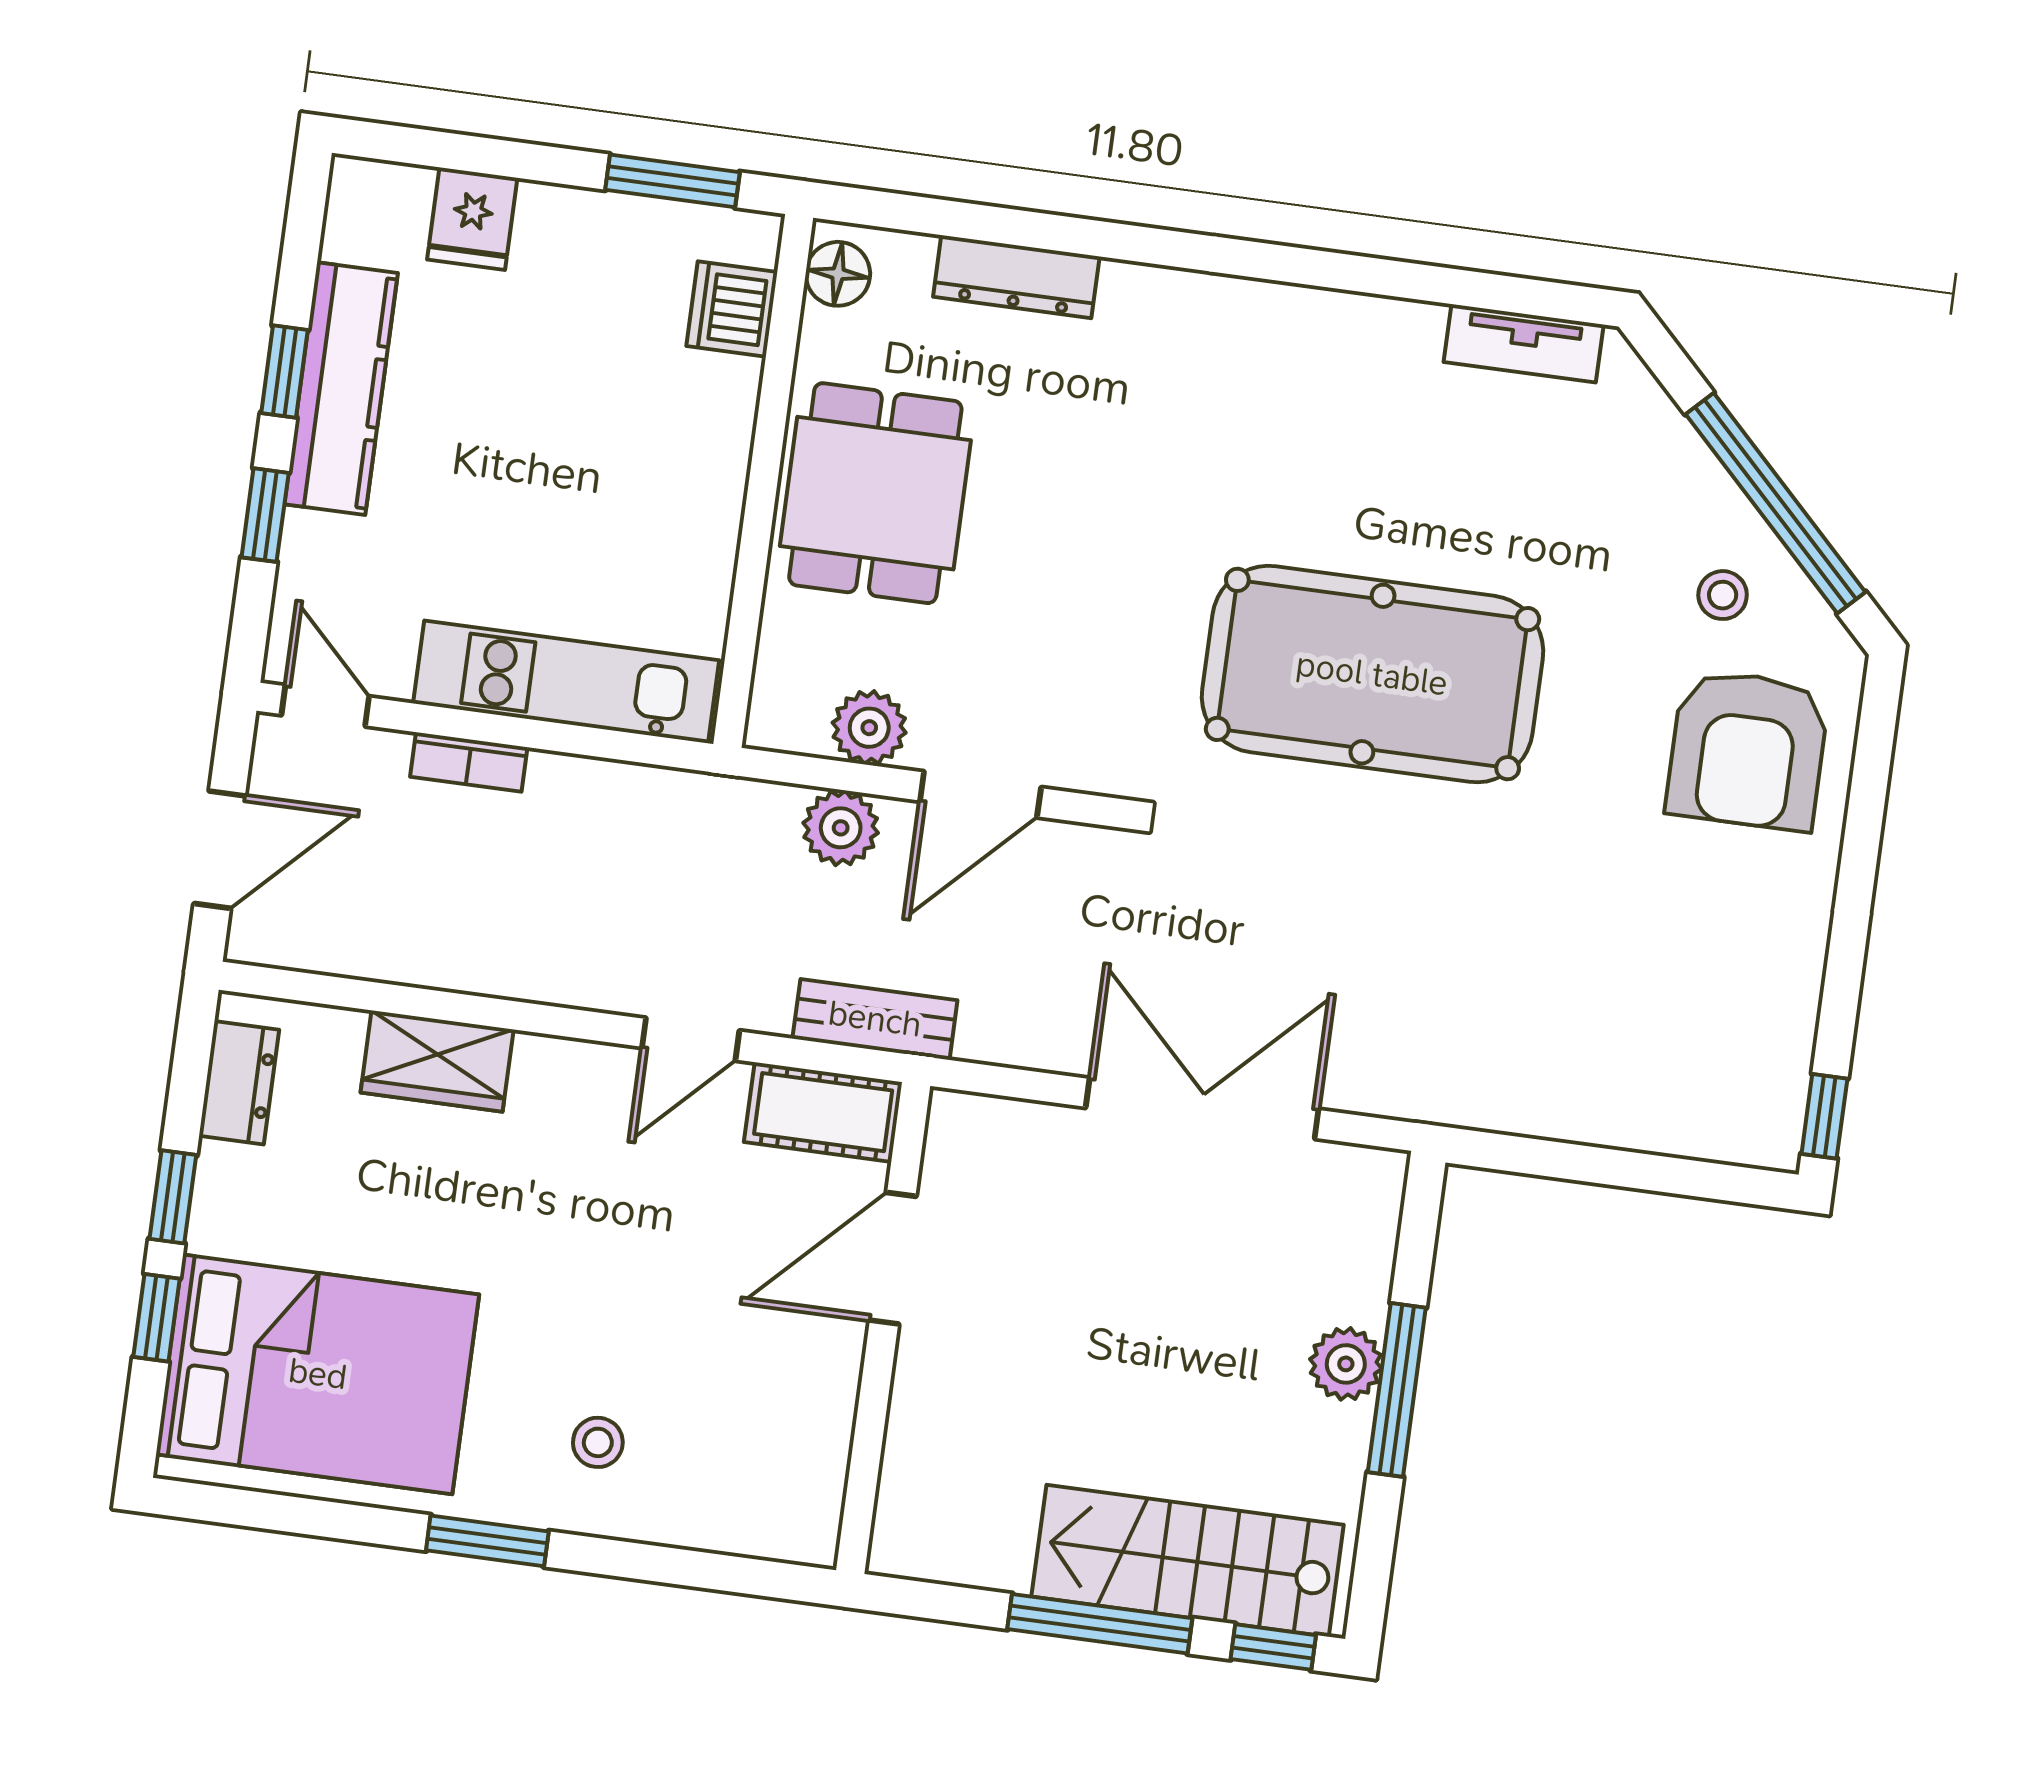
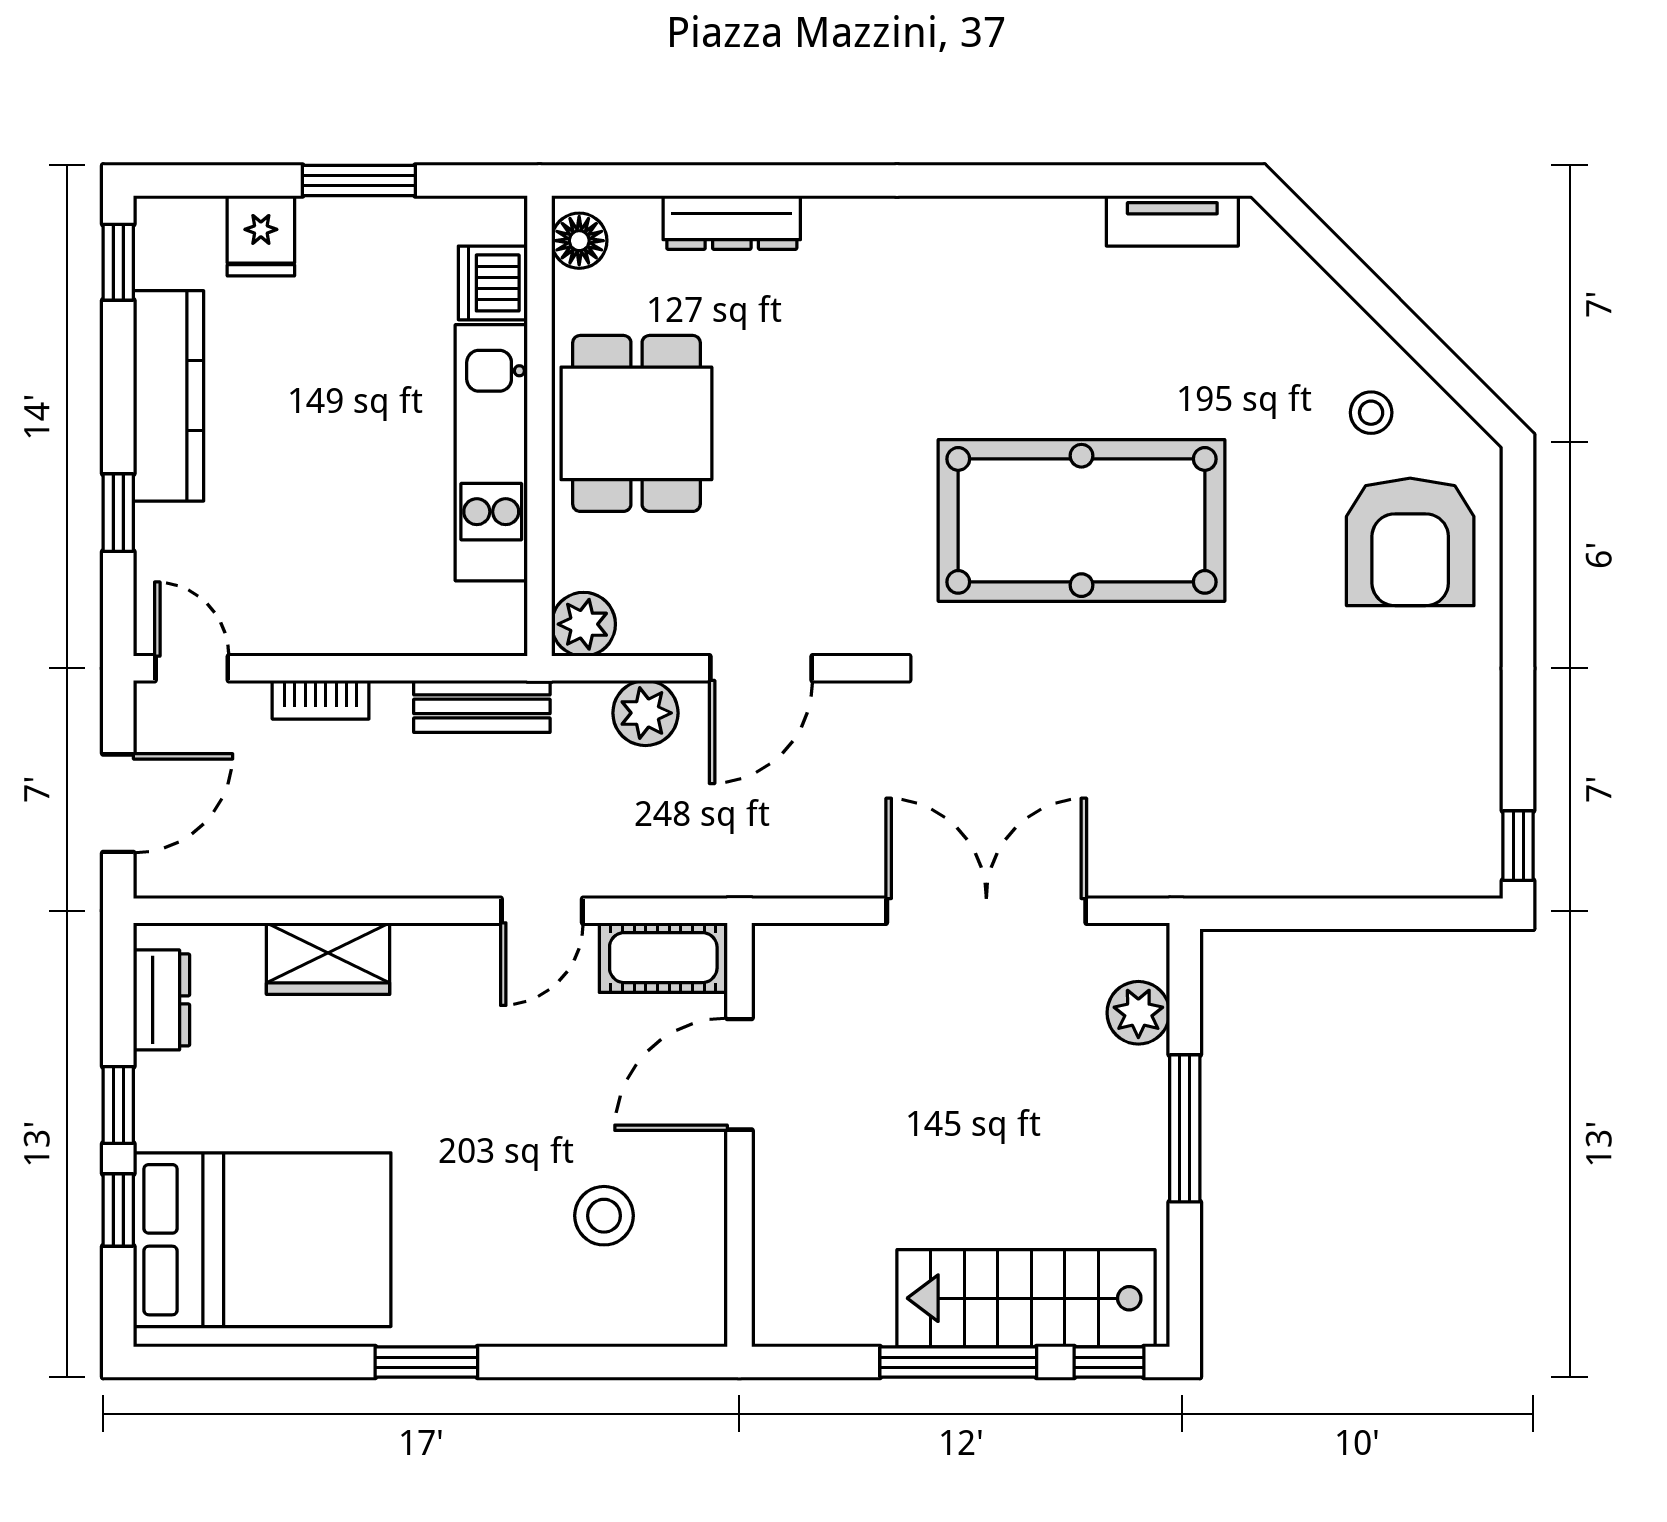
window: (673, 181) -> (359, 181), moved
window: (284, 371) -> (118, 262), moved
window: (1776, 503) -> (1406, 328), removed
kitchen unit: (566, 682) -> (491, 453), moved, turned -90
plant: (869, 728) -> (584, 624), moved
bench: (875, 1019) -> (482, 706), moved
plant: (1346, 1364) -> (1138, 1013), moved
stool: (598, 1442) -> (604, 1216), moved, width x1.37, depth x1.37

